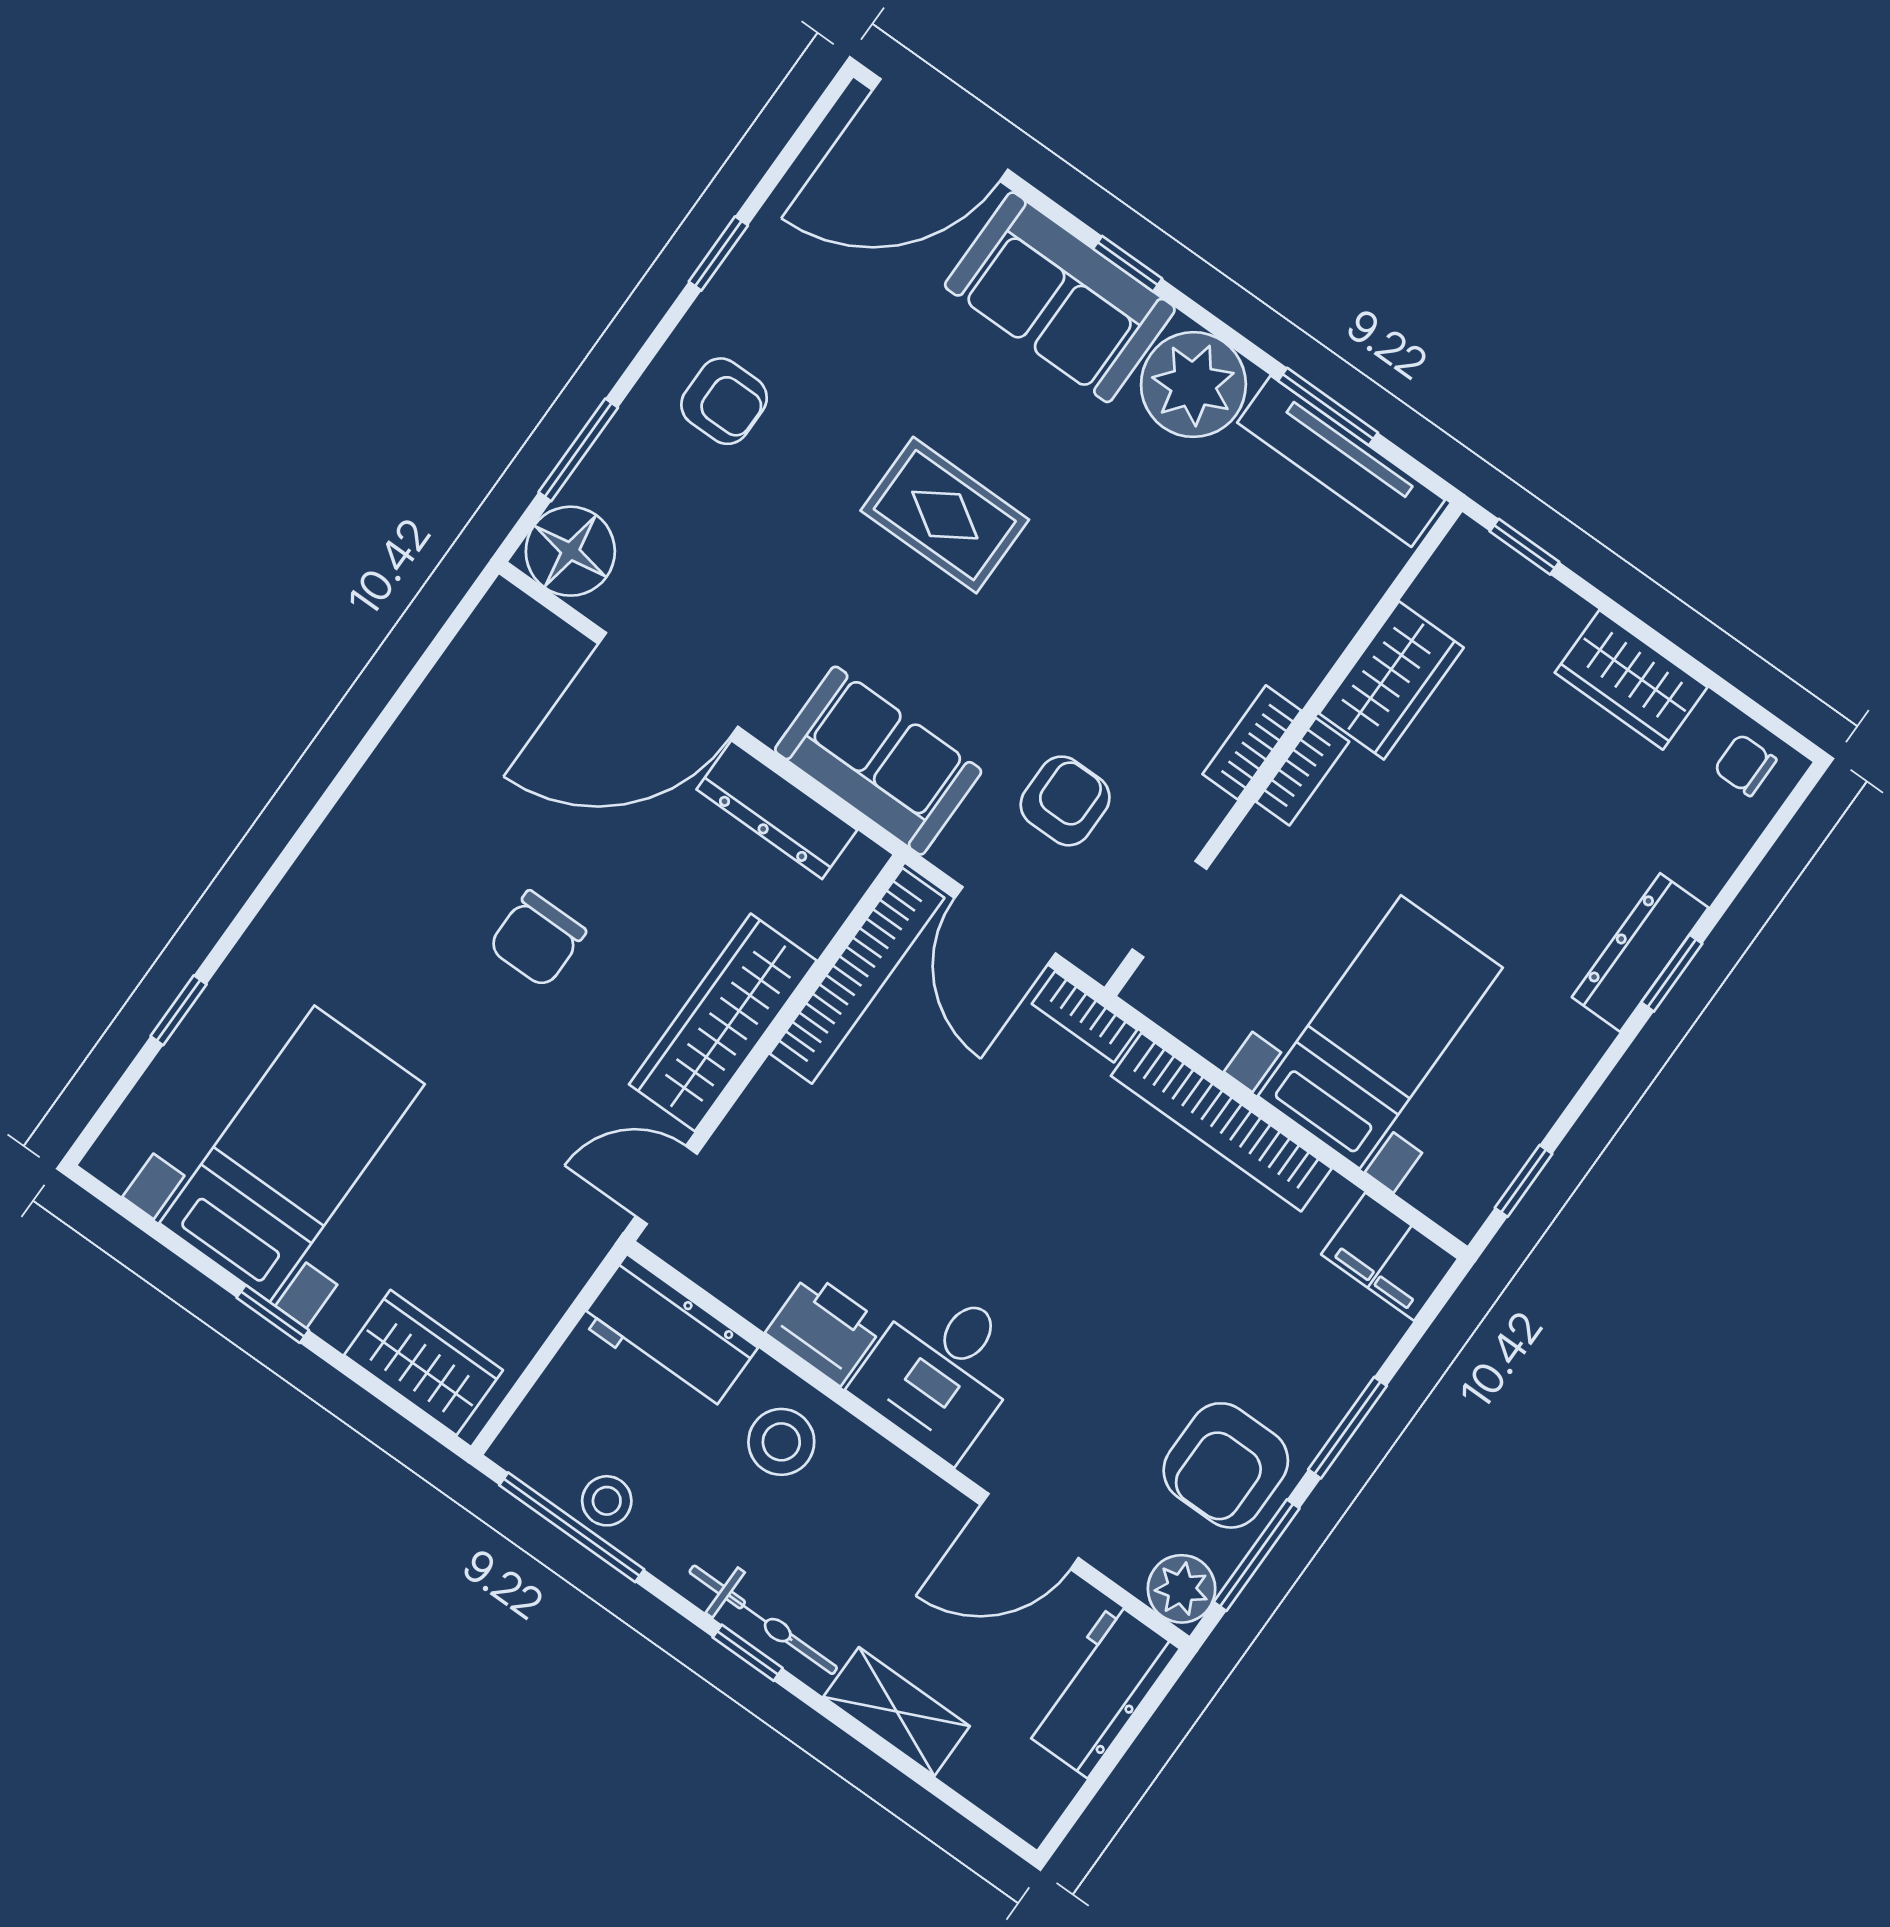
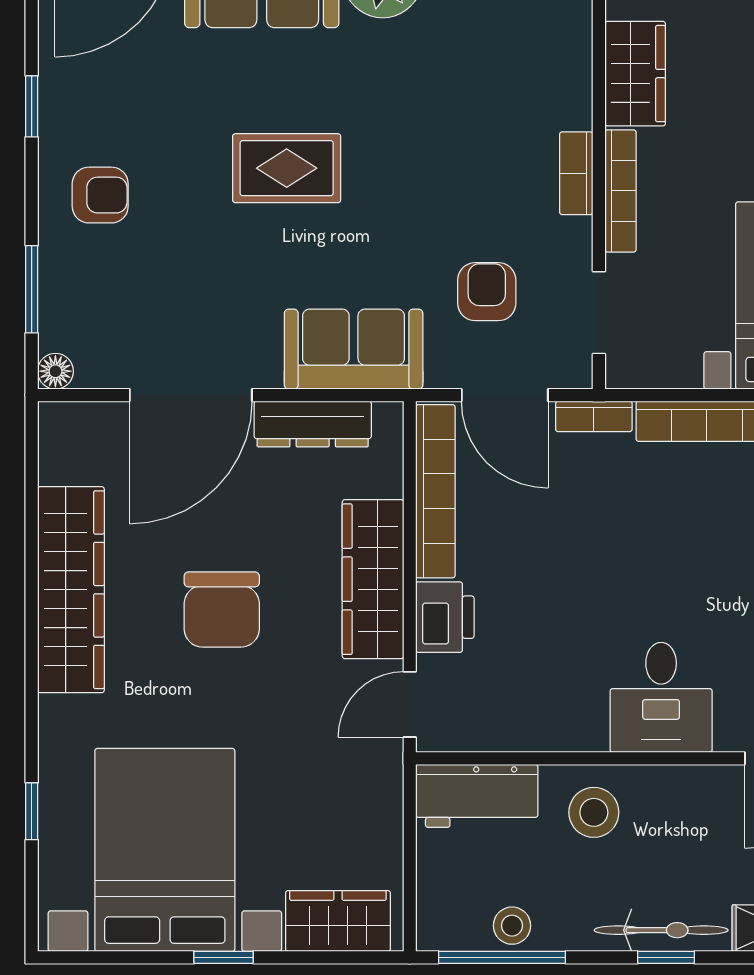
floor lamp: (570, 551) -> (55, 371), width x0.53, depth x0.53
bookcase: (1303, 772) -> (620, 191), width x1.56
wardrobe: (390, 802) -> (71, 590), added
chair: (537, 939) -> (222, 610), width x1.37, depth x1.37
bed with nightstands: (292, 1154) -> (165, 850), width x1.36
printer: (825, 1328) -> (445, 617), moved, turned 90

